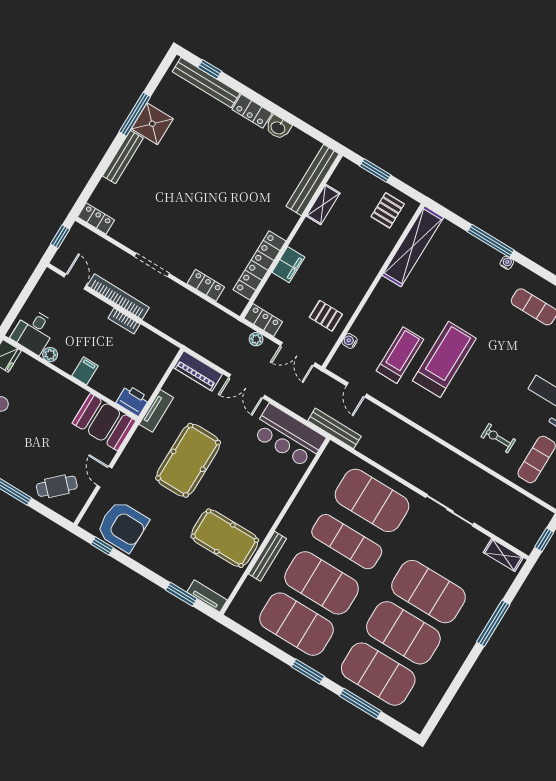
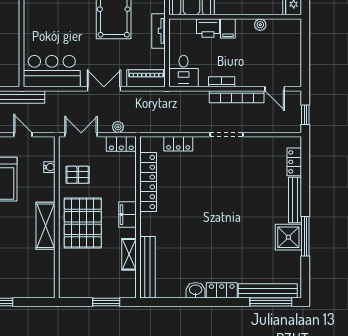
window: (210, 69) -> (271, 302), width x2.17
pallet: (388, 210) -> (83, 223), moved, width x2.05, depth x2.00
locker: (96, 218) -> (294, 162), moved, turned 90
shelving: (413, 246) -> (45, 226), moved, width x0.68
filing cabinet: (288, 265) -> (128, 215), moved
desk: (34, 331) -> (184, 71), moved, turned 180
printer: (133, 401) -> (208, 28), moved

